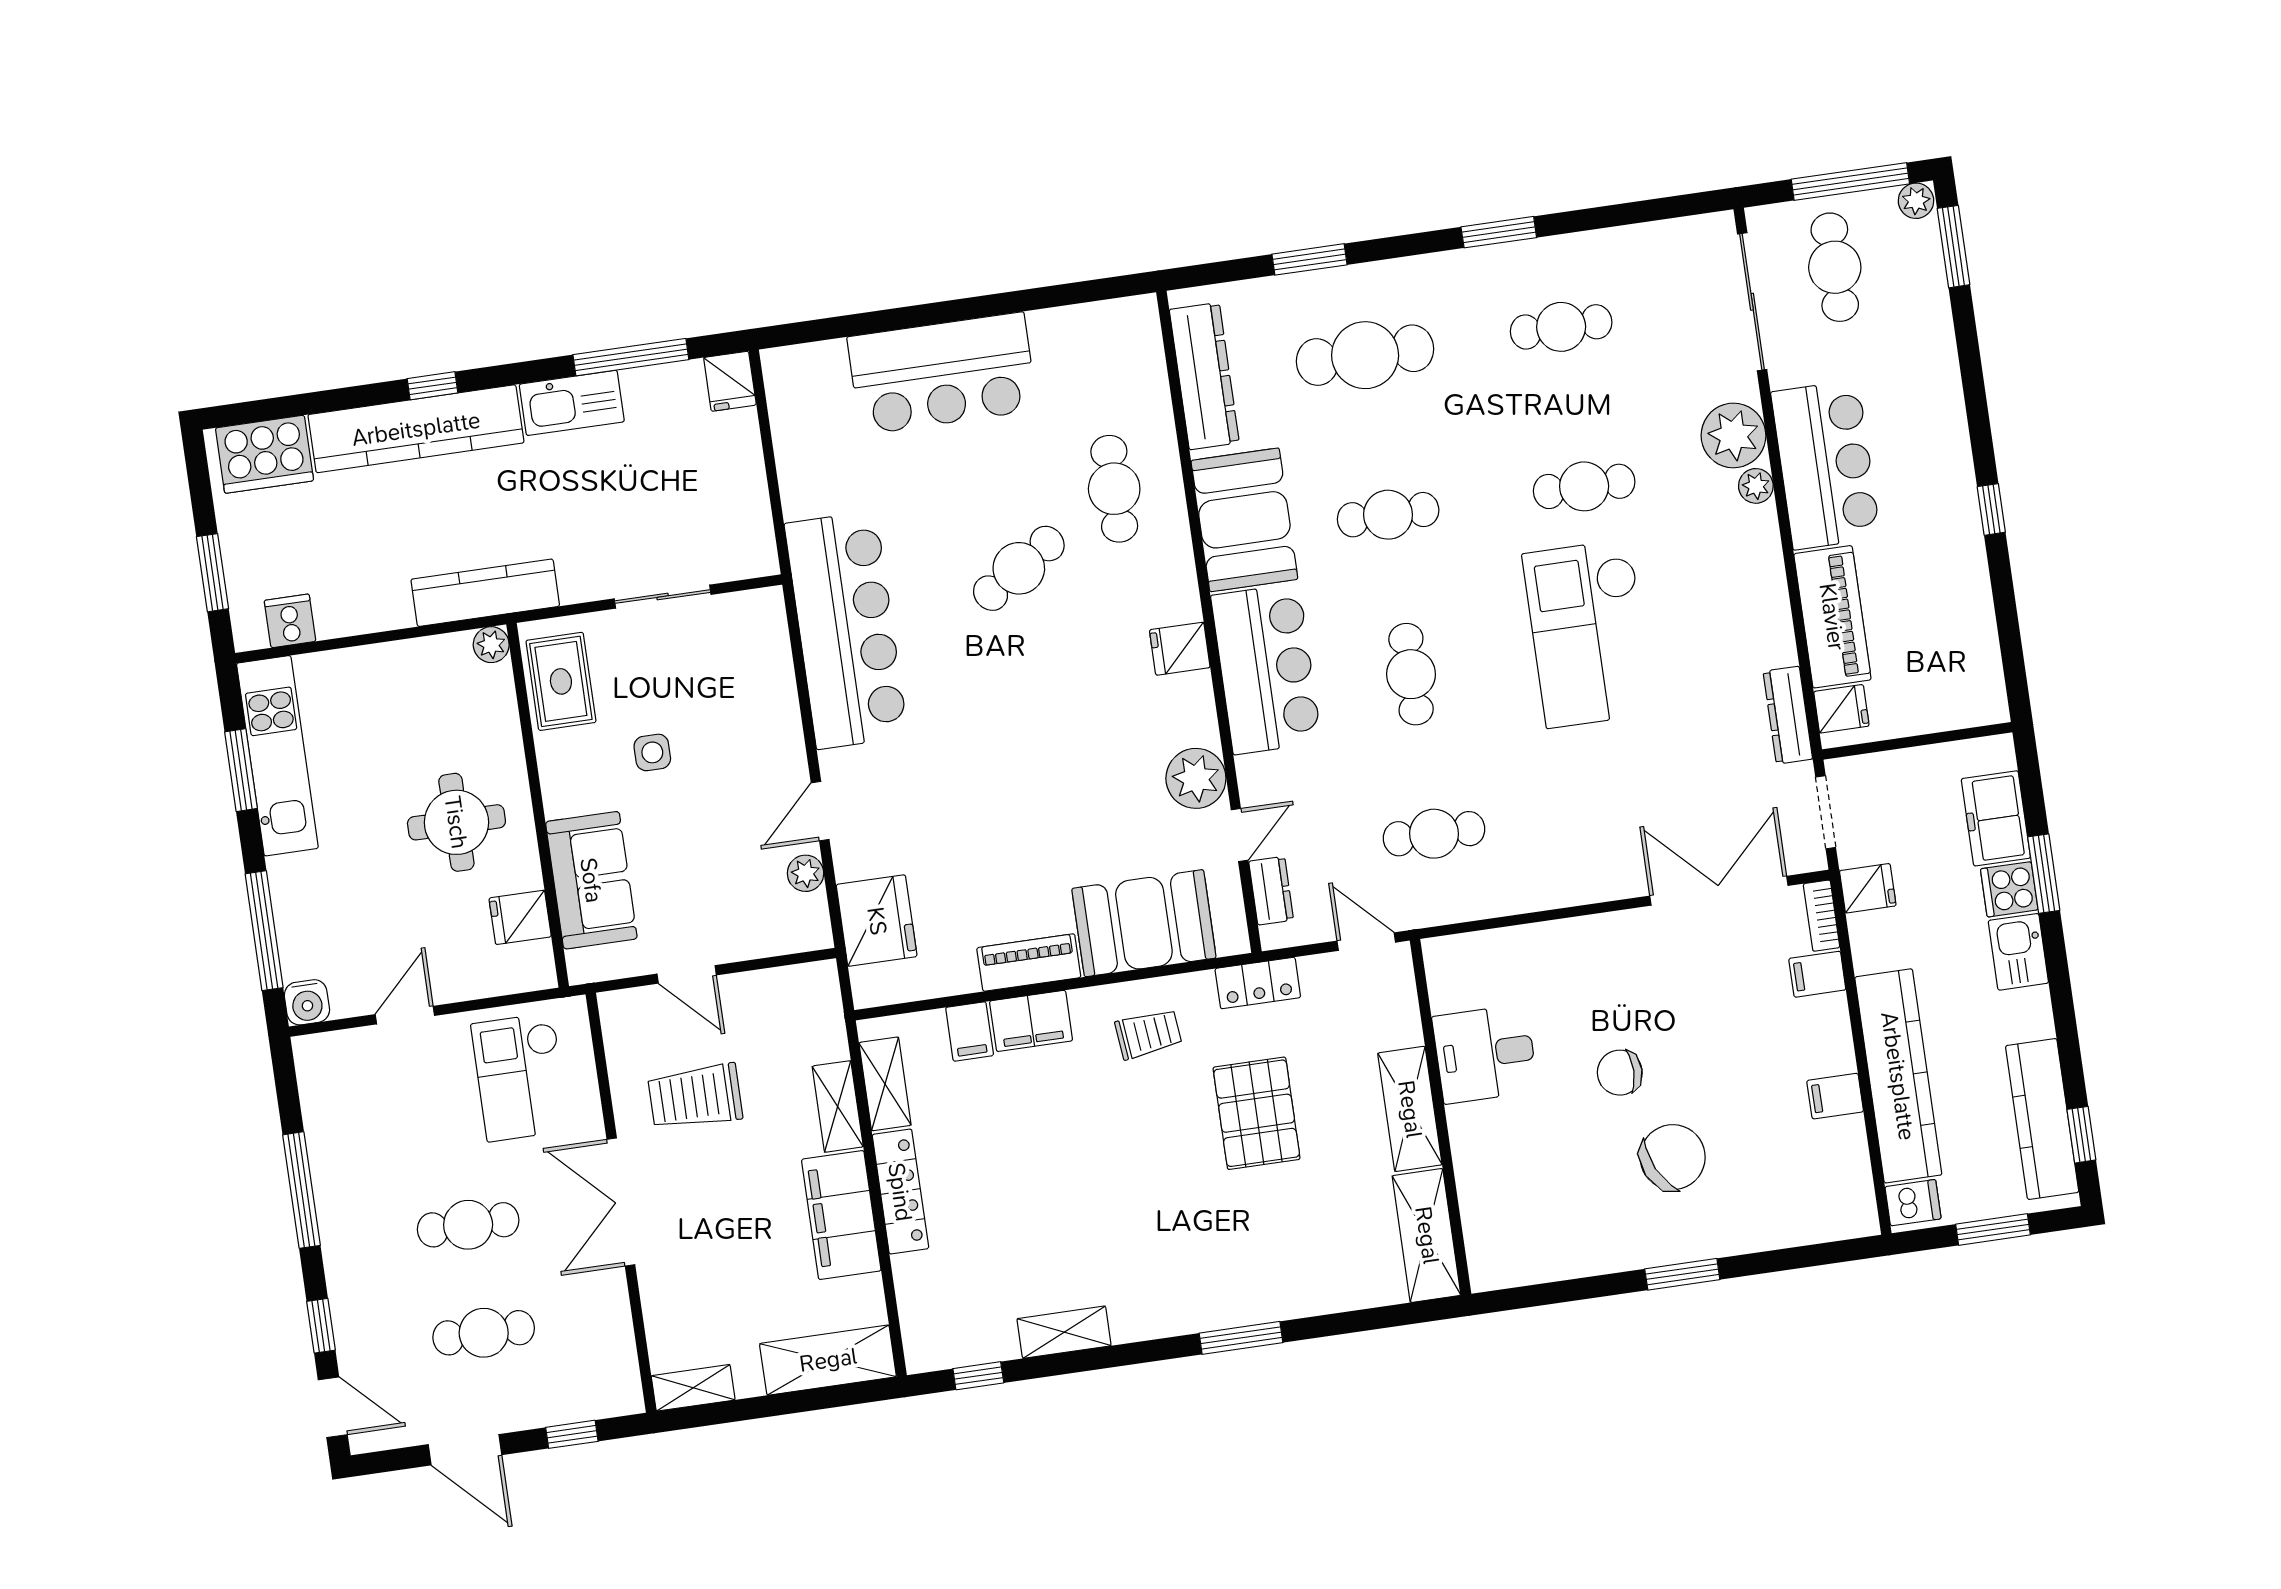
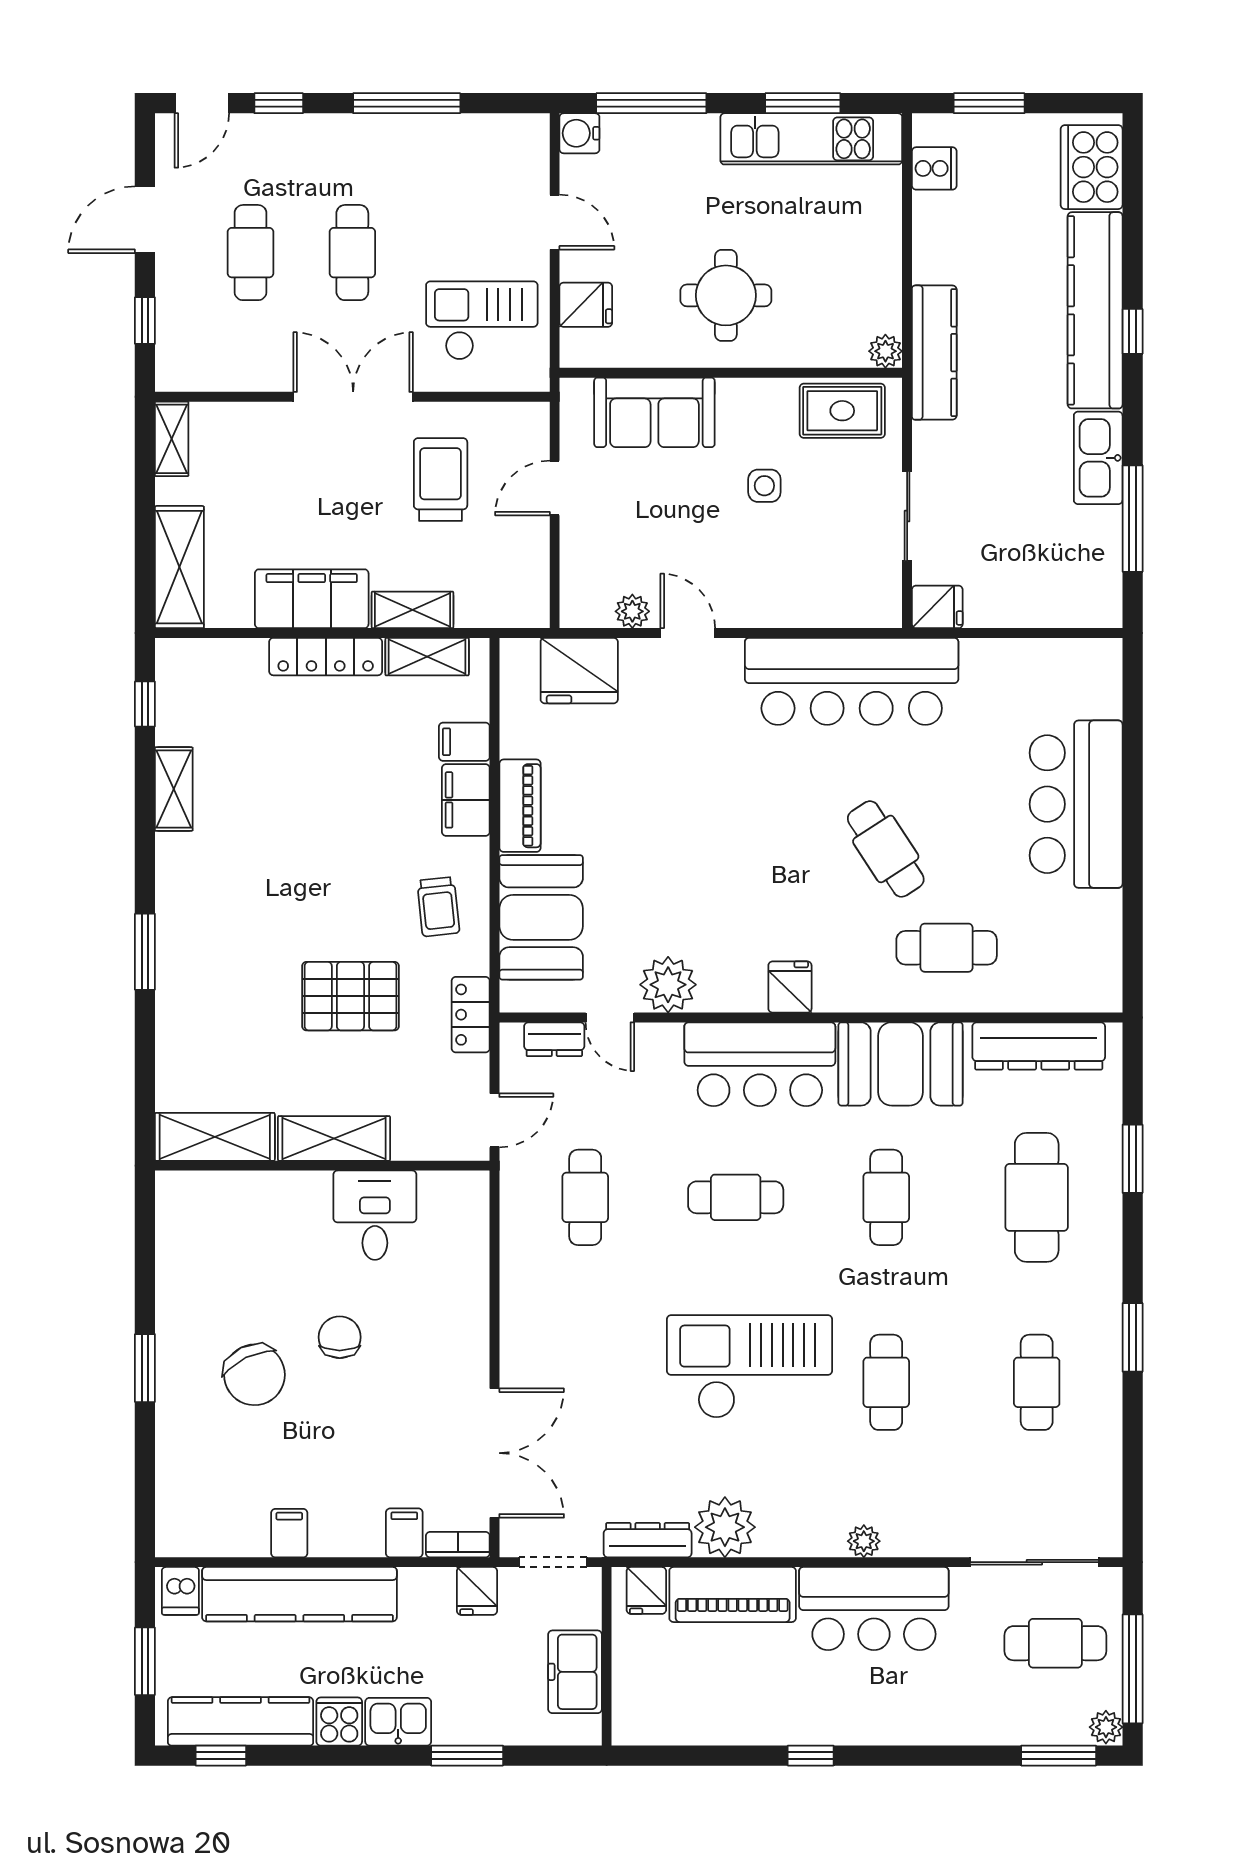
fridge: (730, 381) -> (937, 607), moved, turned 180
plant: (1733, 435) -> (725, 1527), moved
freezer: (1996, 818) -> (575, 1672), moved, turned -90
cooker: (2009, 889) -> (339, 1722), moved
fridge: (520, 917) -> (586, 305), moved, turned 90

